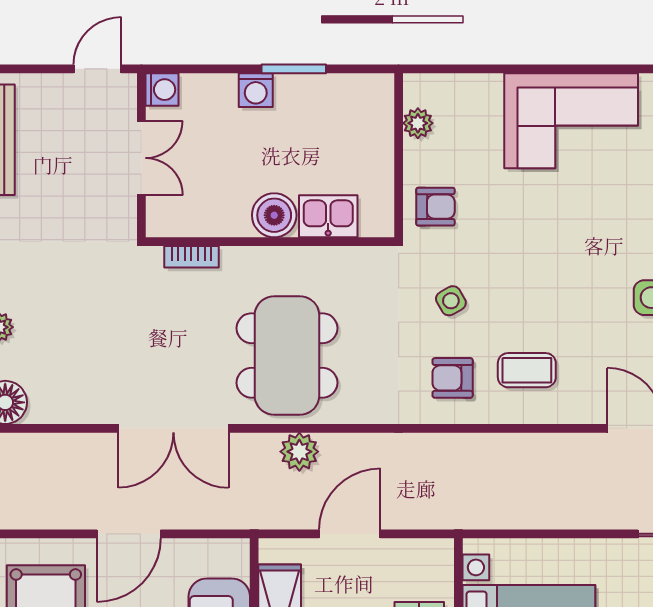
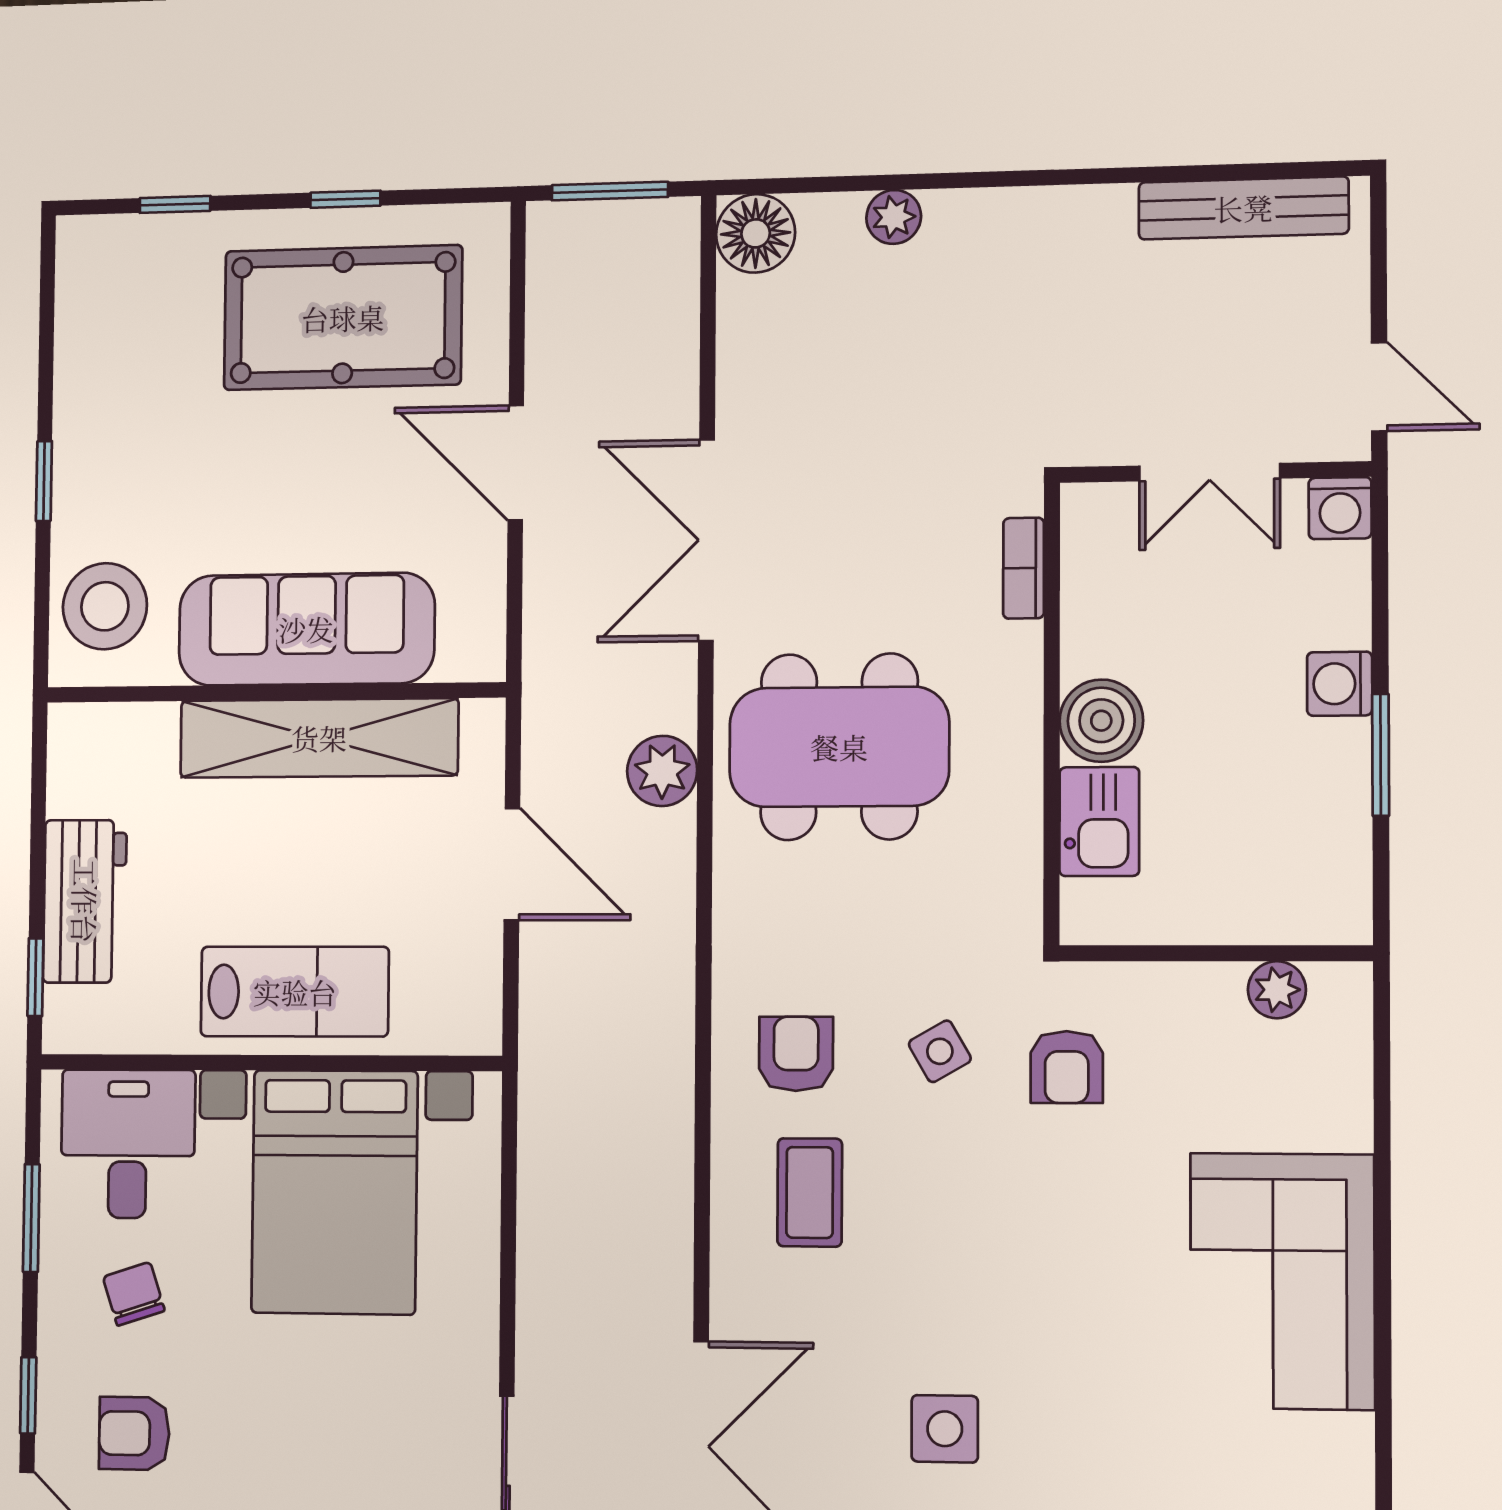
armchair: (435, 207) -> (1067, 1067), moved

